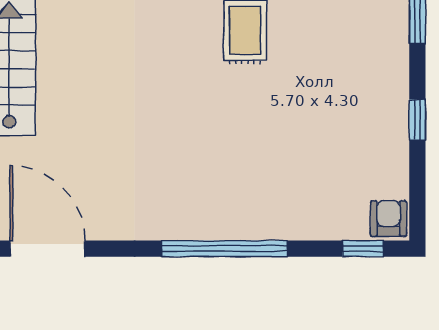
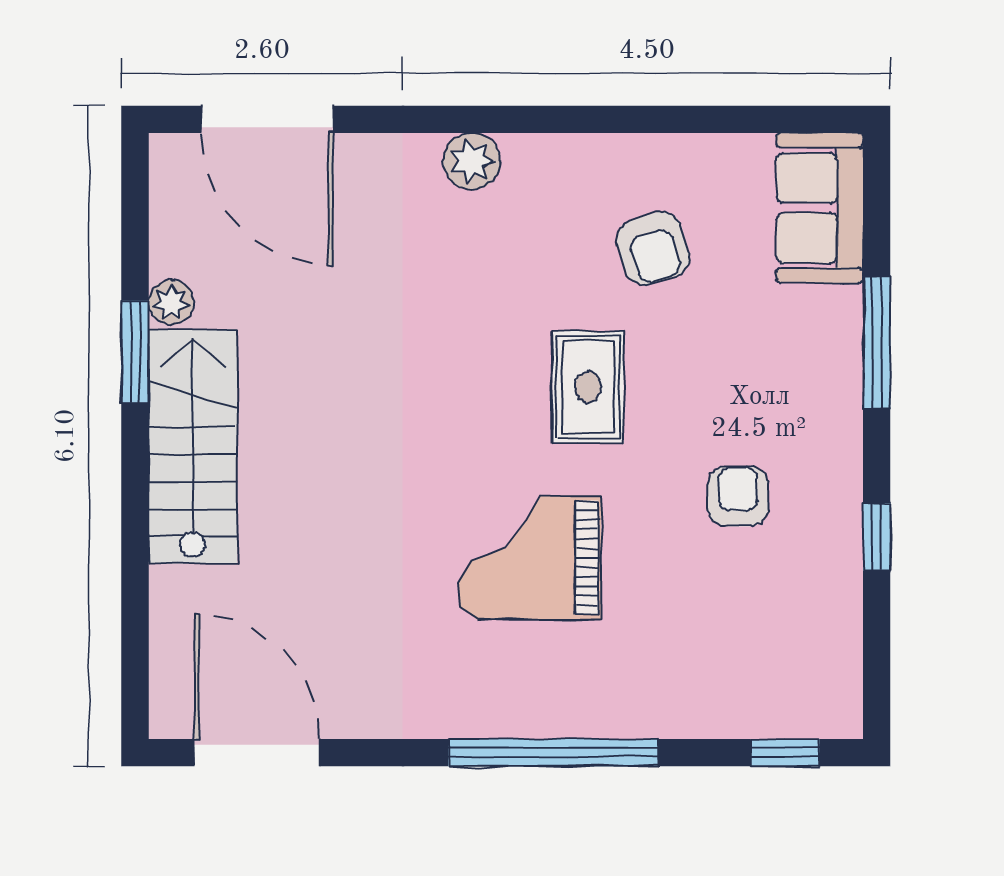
grand piano: (210, 132) -> (529, 558), added
armchair: (388, 218) -> (738, 496), moved

